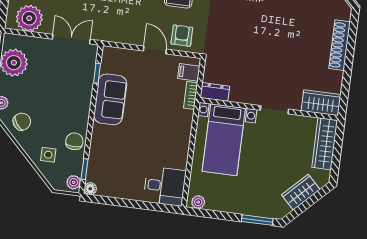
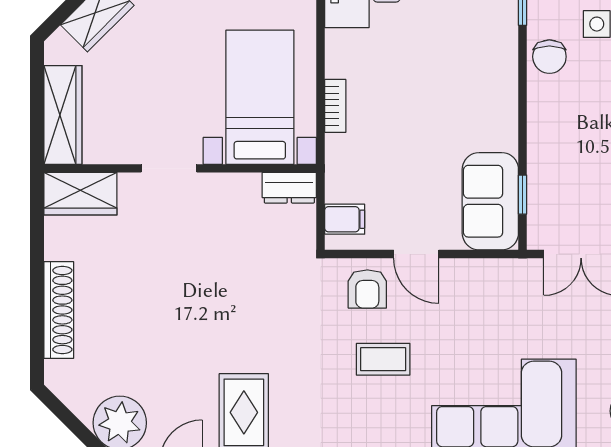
bookcase: (191, 95) -> (335, 106), moved
sofa: (110, 99) -> (490, 201), moved

